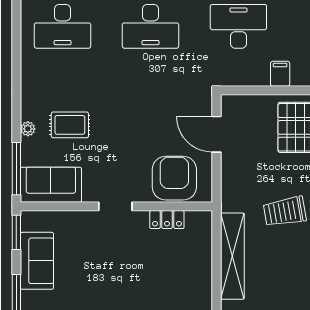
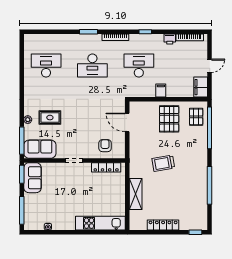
desk: (63, 26) -> (46, 66), turned 180
armchair: (174, 178) -> (105, 146), width x0.53, depth x0.53
locker: (167, 220) -> (106, 167), width x1.53
shelving: (232, 256) -> (136, 194), width x0.68
sofa: (37, 261) -> (33, 178), moved

